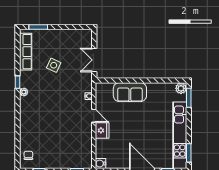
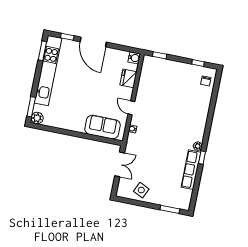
row of seats: (26, 52) -> (191, 170), moved
side table: (54, 65) -> (141, 190), moved
sofa: (130, 92) -> (103, 127), moved
fridge: (102, 130) -> (128, 78), moved

